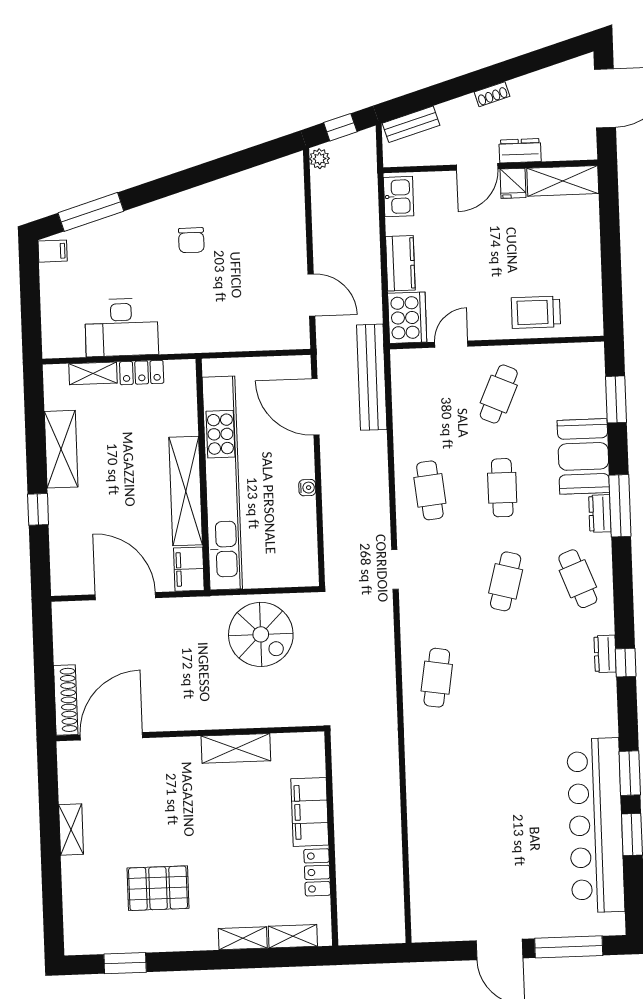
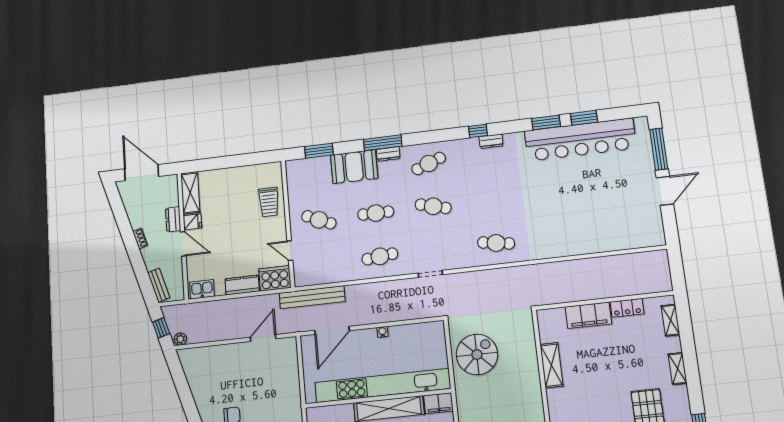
dresser: (605, 654) -> (491, 141), moved
shelving: (243, 938) -> (678, 369), moved

